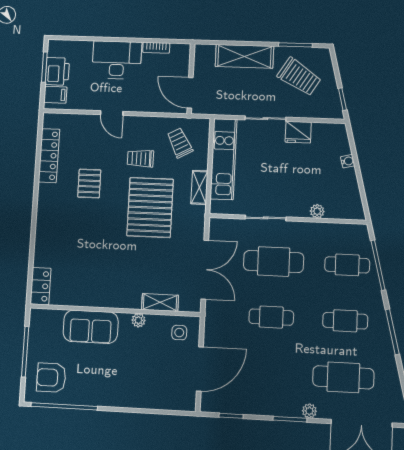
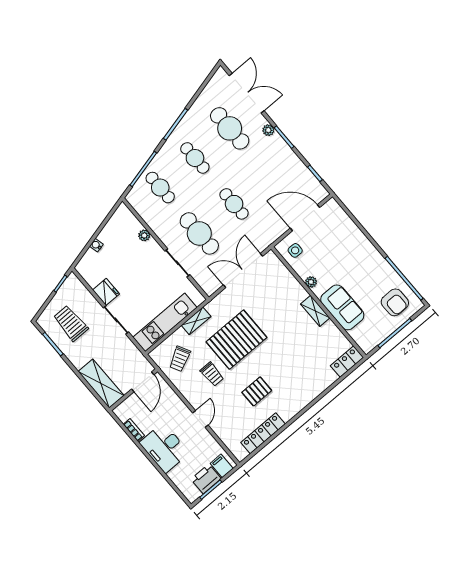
shelving: (244, 56) -> (101, 384), moved
trolley: (299, 77) -> (71, 323), turned -32
shelving: (160, 302) -> (315, 311), moved

